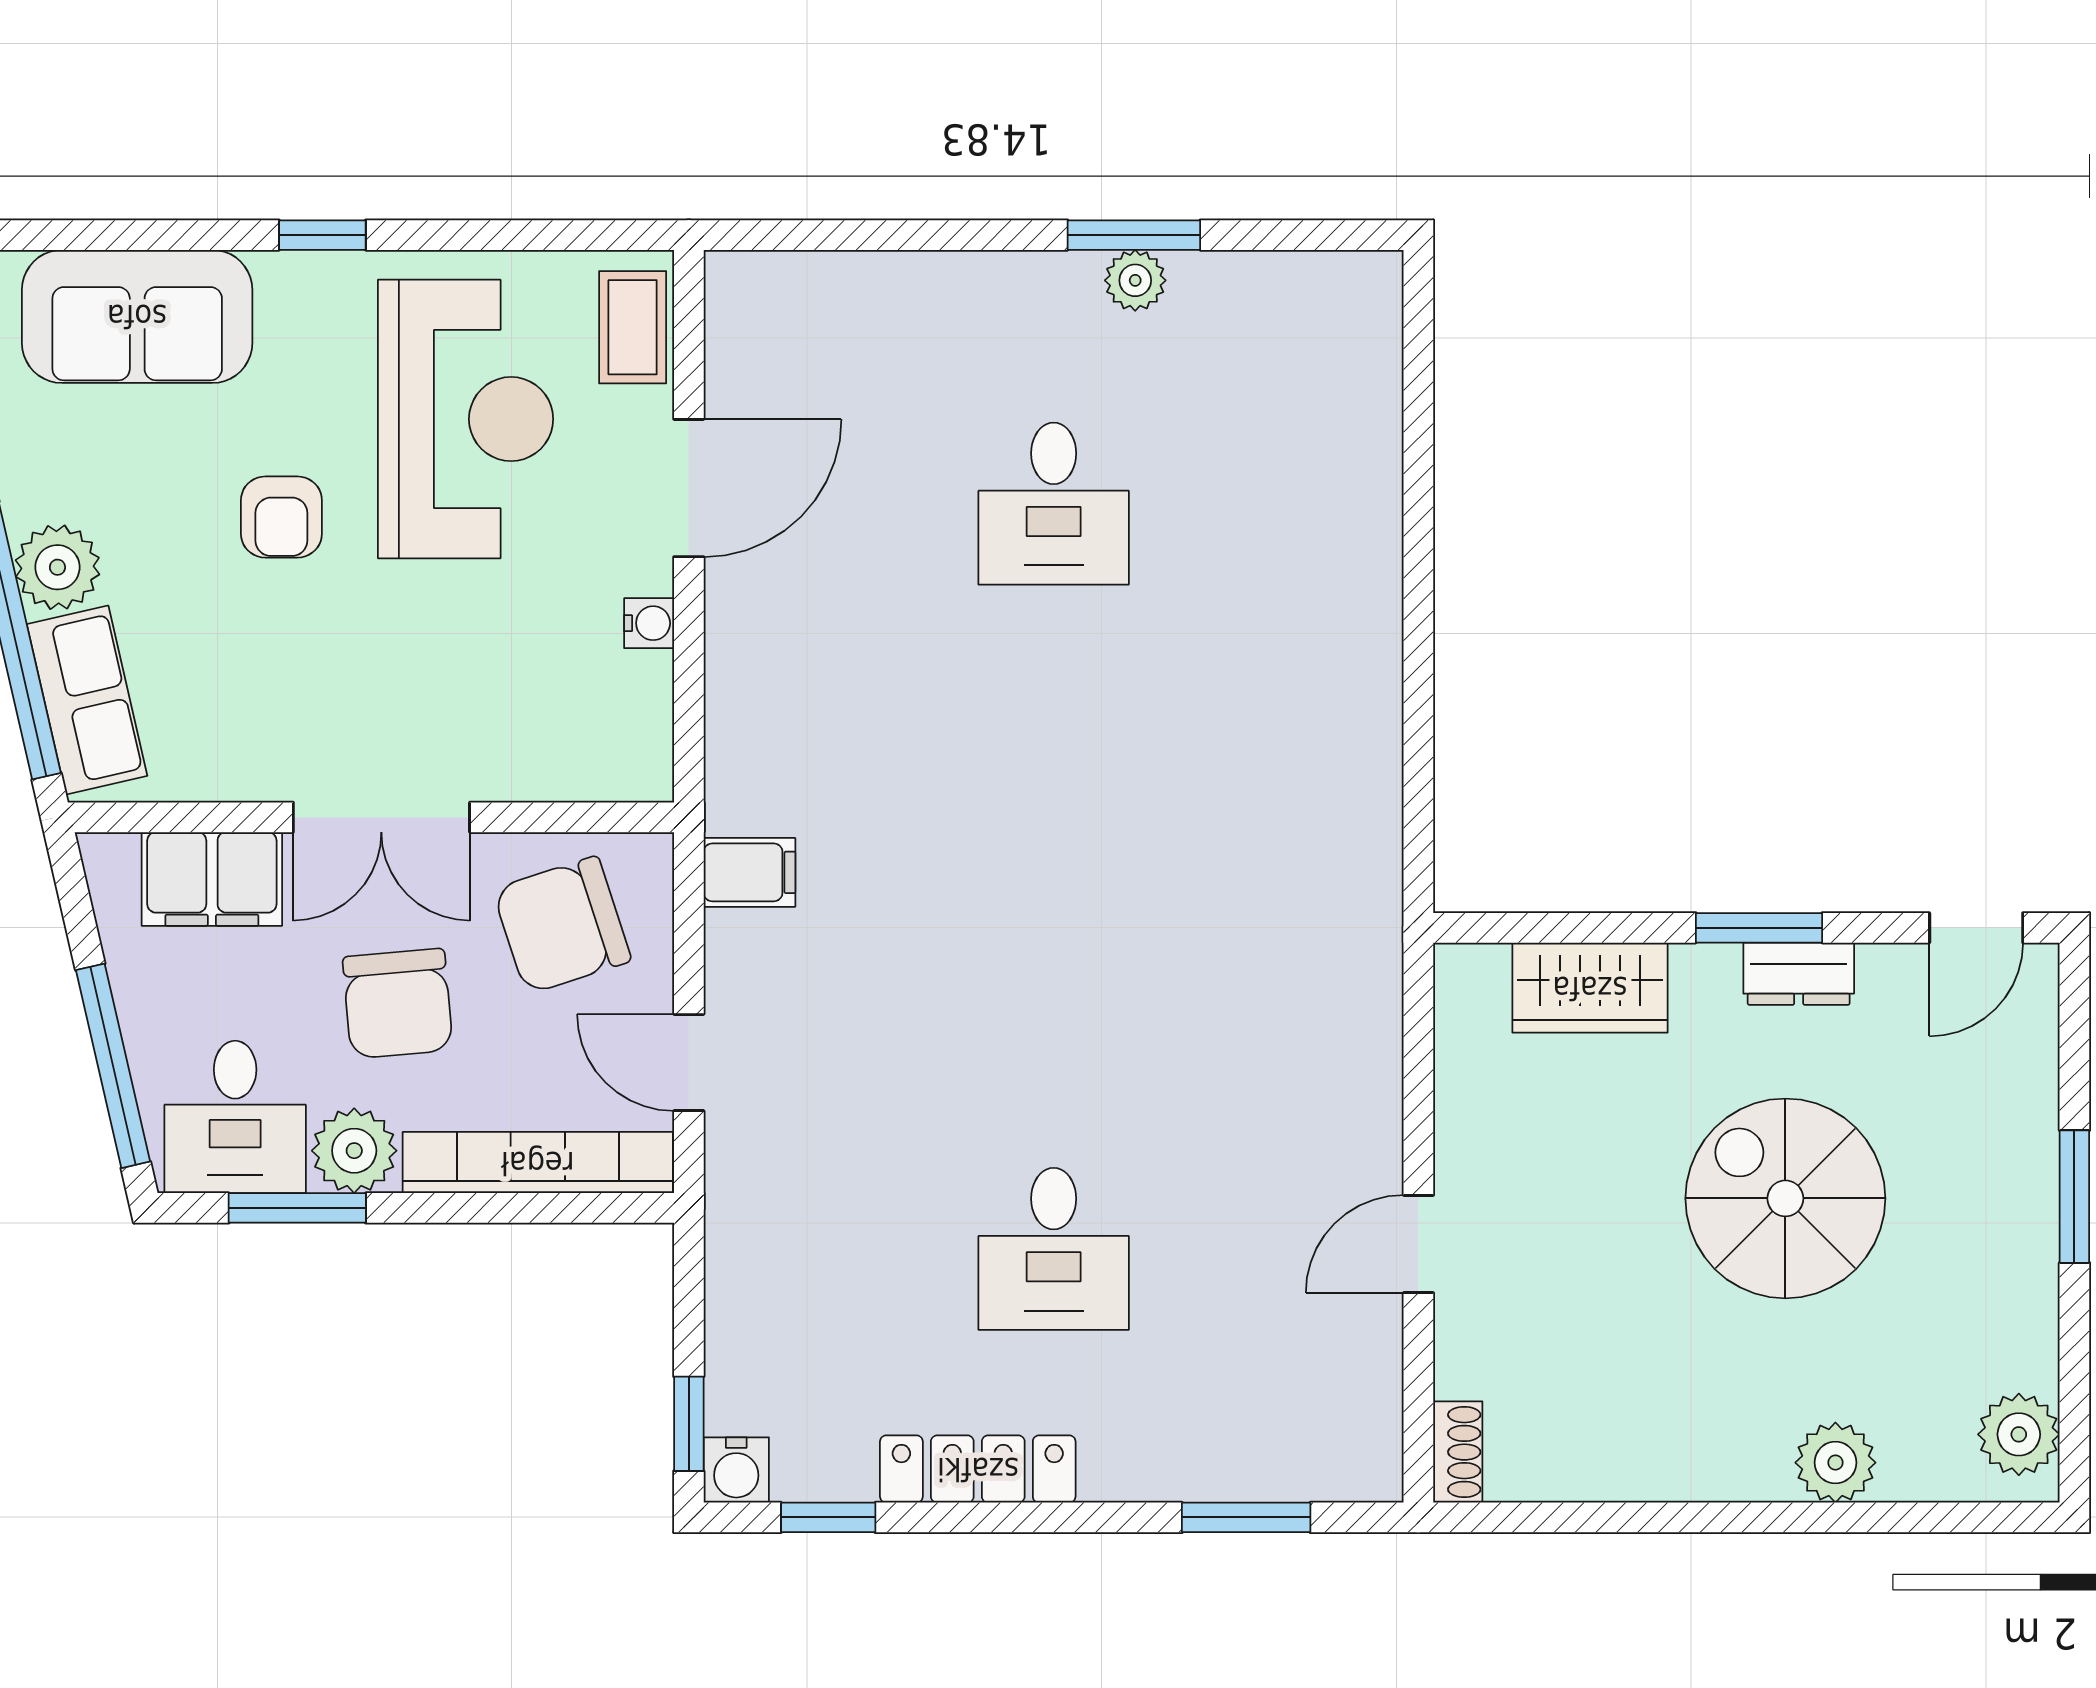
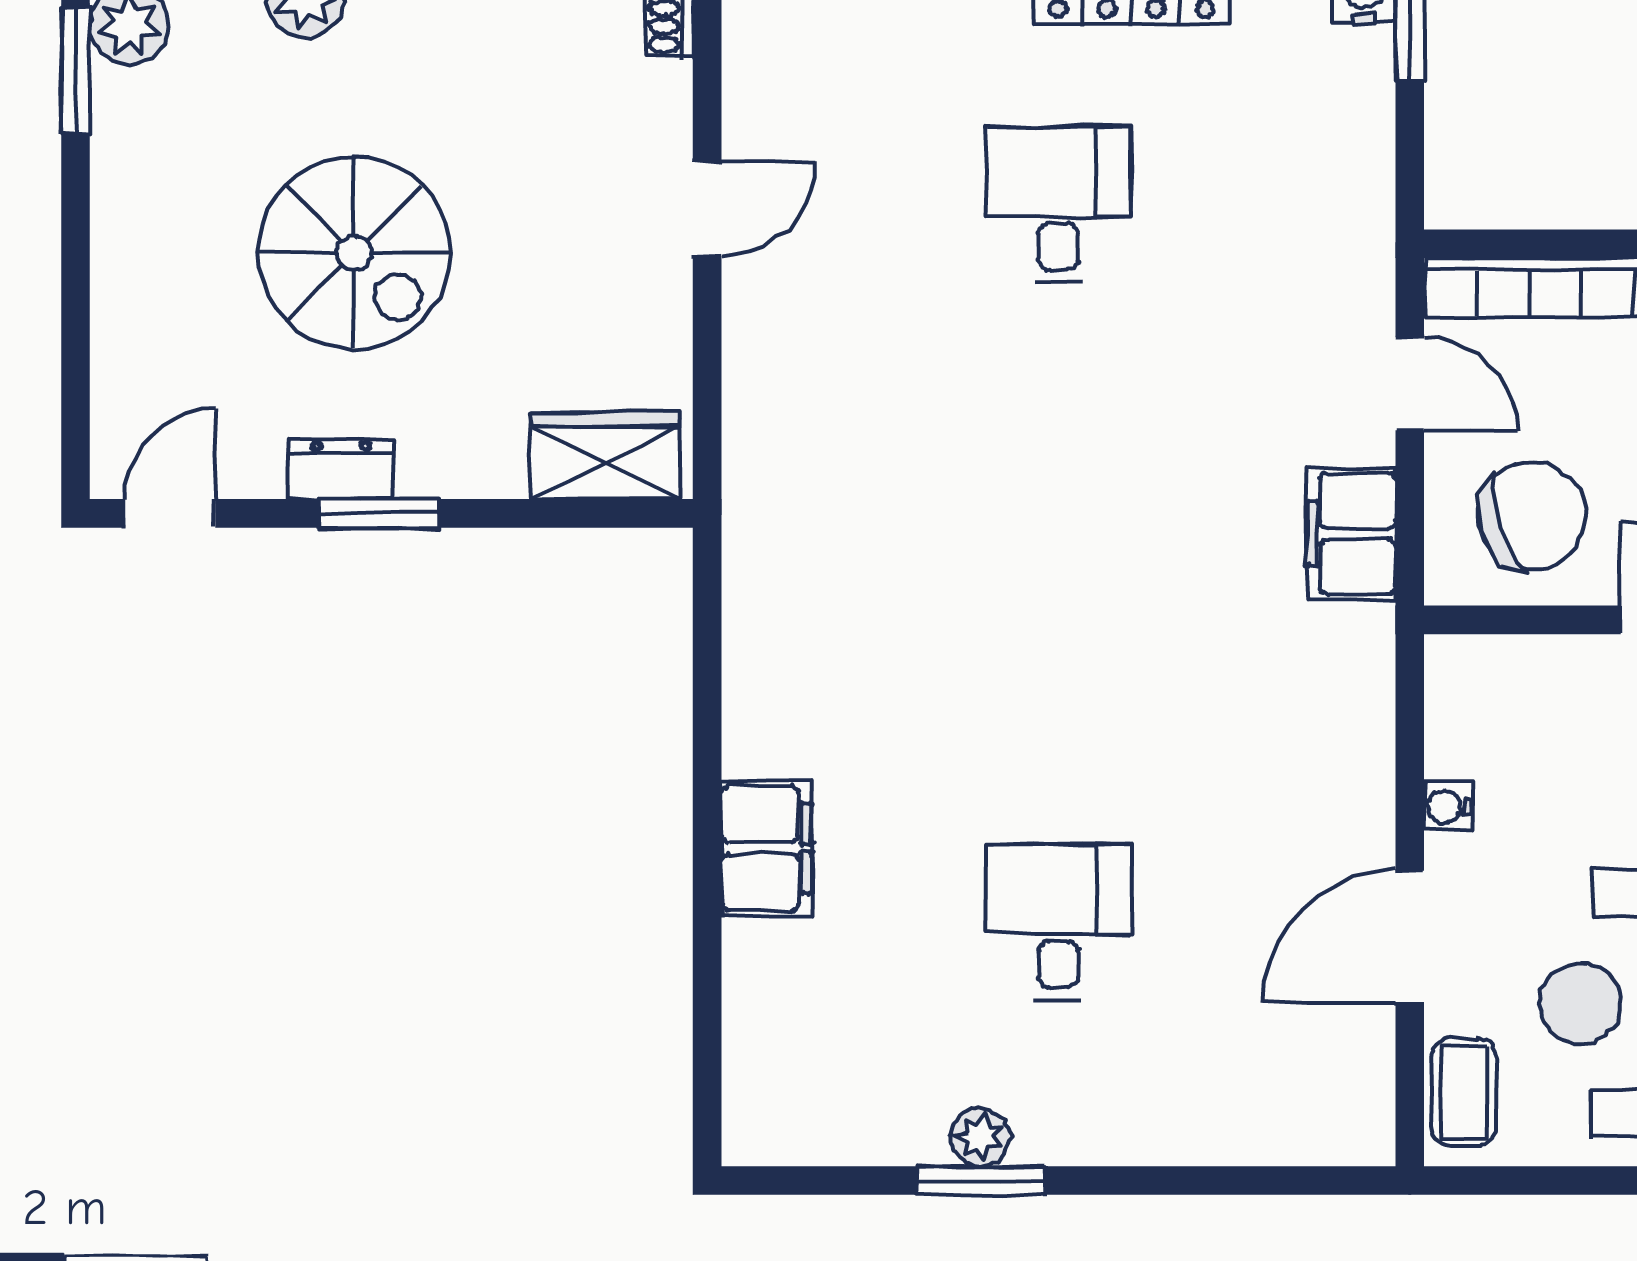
filing cabinet: (1357, 580) -> (766, 848), added
filing cabinet: (749, 872) -> (1351, 534), width x2.00
wardrobe: (1590, 988) -> (605, 456), moved
window: (2074, 1197) -> (76, 70), moved

